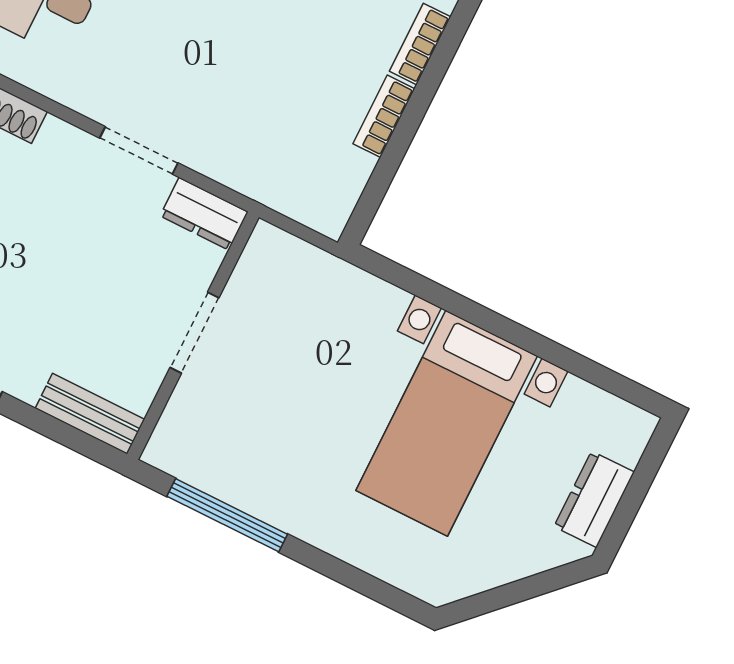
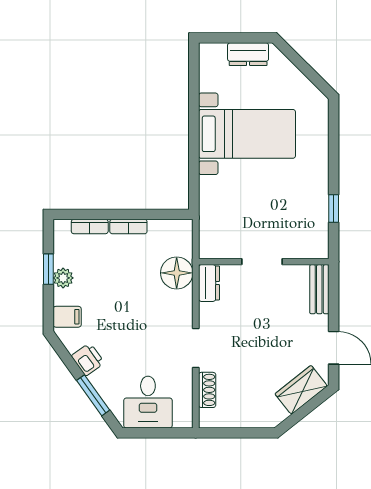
doorway: (139, 150) -> (196, 348), moved
floor lamp: (253, 163) -> (177, 273), added
window: (227, 515) -> (334, 208), width x0.46

